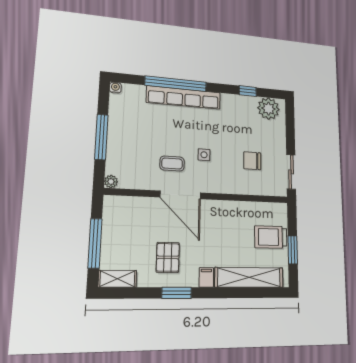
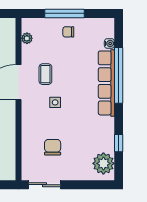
water cooler: (115, 88) -> (109, 43), moved
chair: (124, 134) -> (68, 32), added
plant: (111, 182) -> (27, 38), moved

